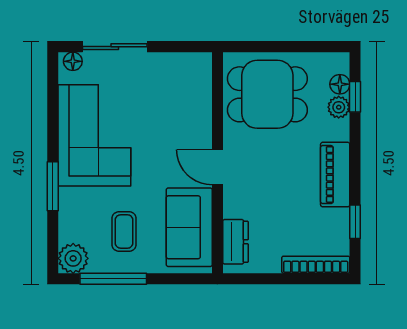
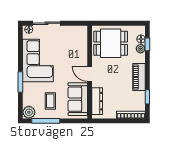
dresser: (235, 242) -> (97, 101), width x1.44

